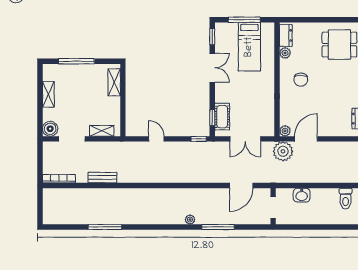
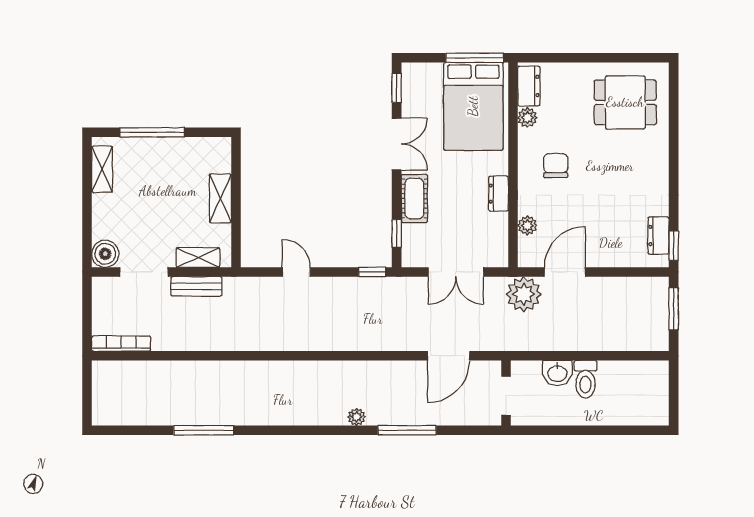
window: (244, 20) -> (475, 58), moved
bed: (249, 47) -> (473, 106), width x1.50
chair: (301, 80) -> (556, 166), turned 180
shelving: (114, 82) -> (220, 198), moved
shelving: (48, 94) -> (102, 169), moved
dresser: (269, 95) -> (498, 194), added
cot: (222, 117) -> (414, 198), moved
plant: (285, 131) -> (527, 225), moved
bench: (102, 178) -> (196, 286), moved
toilet: (346, 199) -> (585, 379), moved

